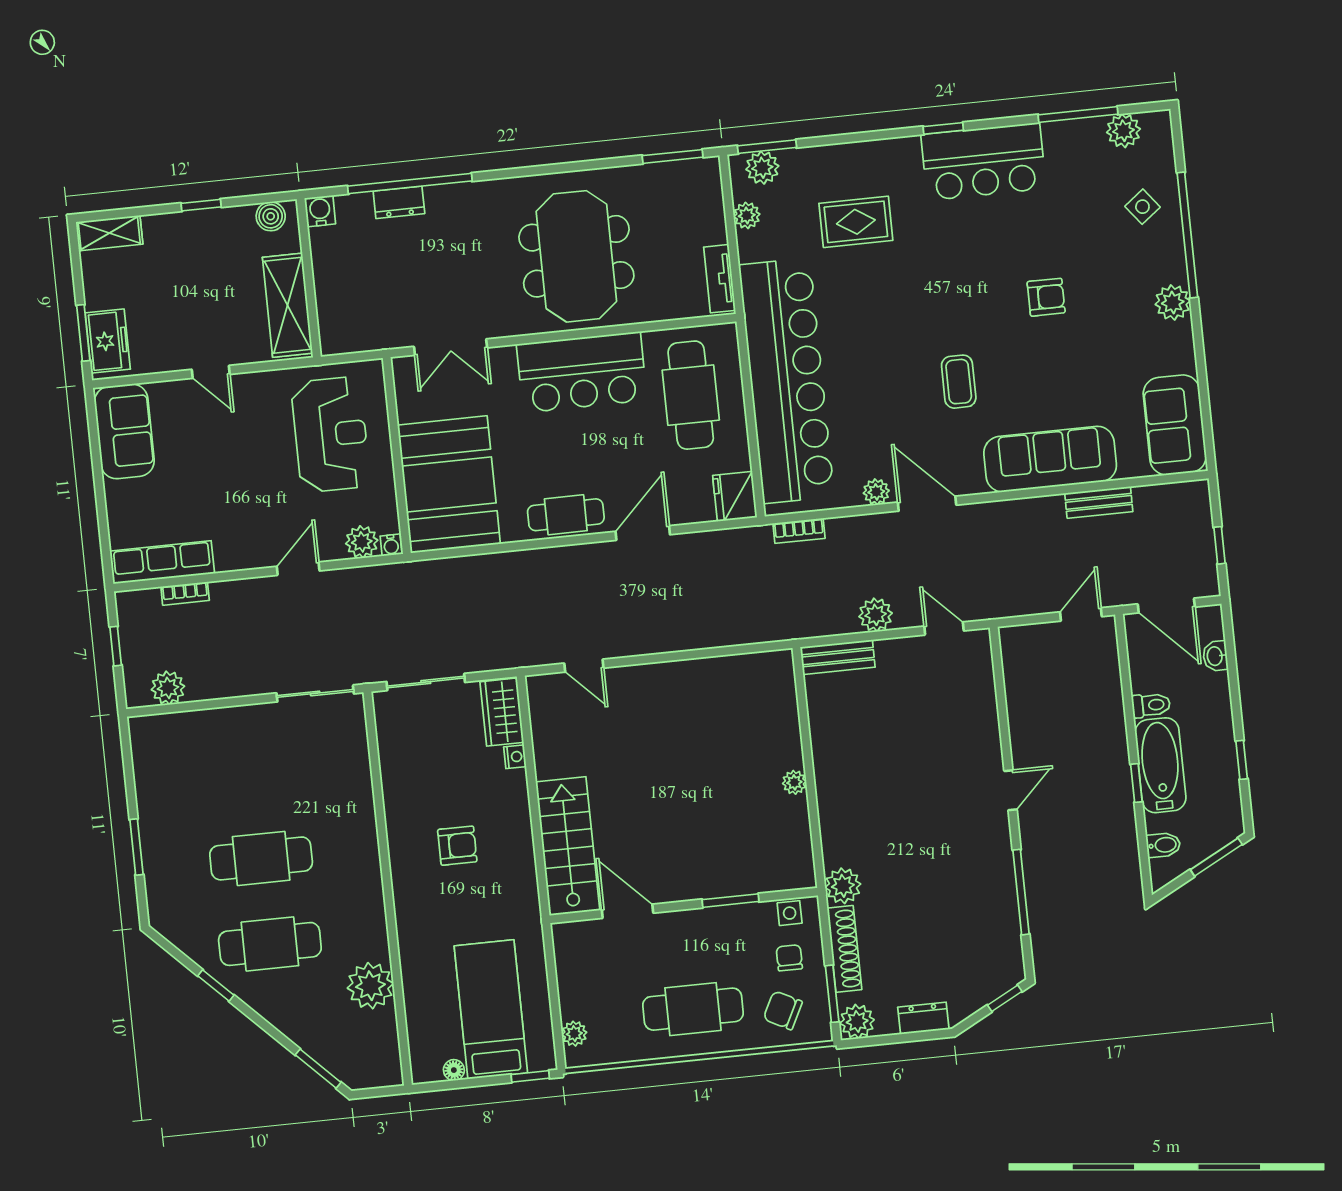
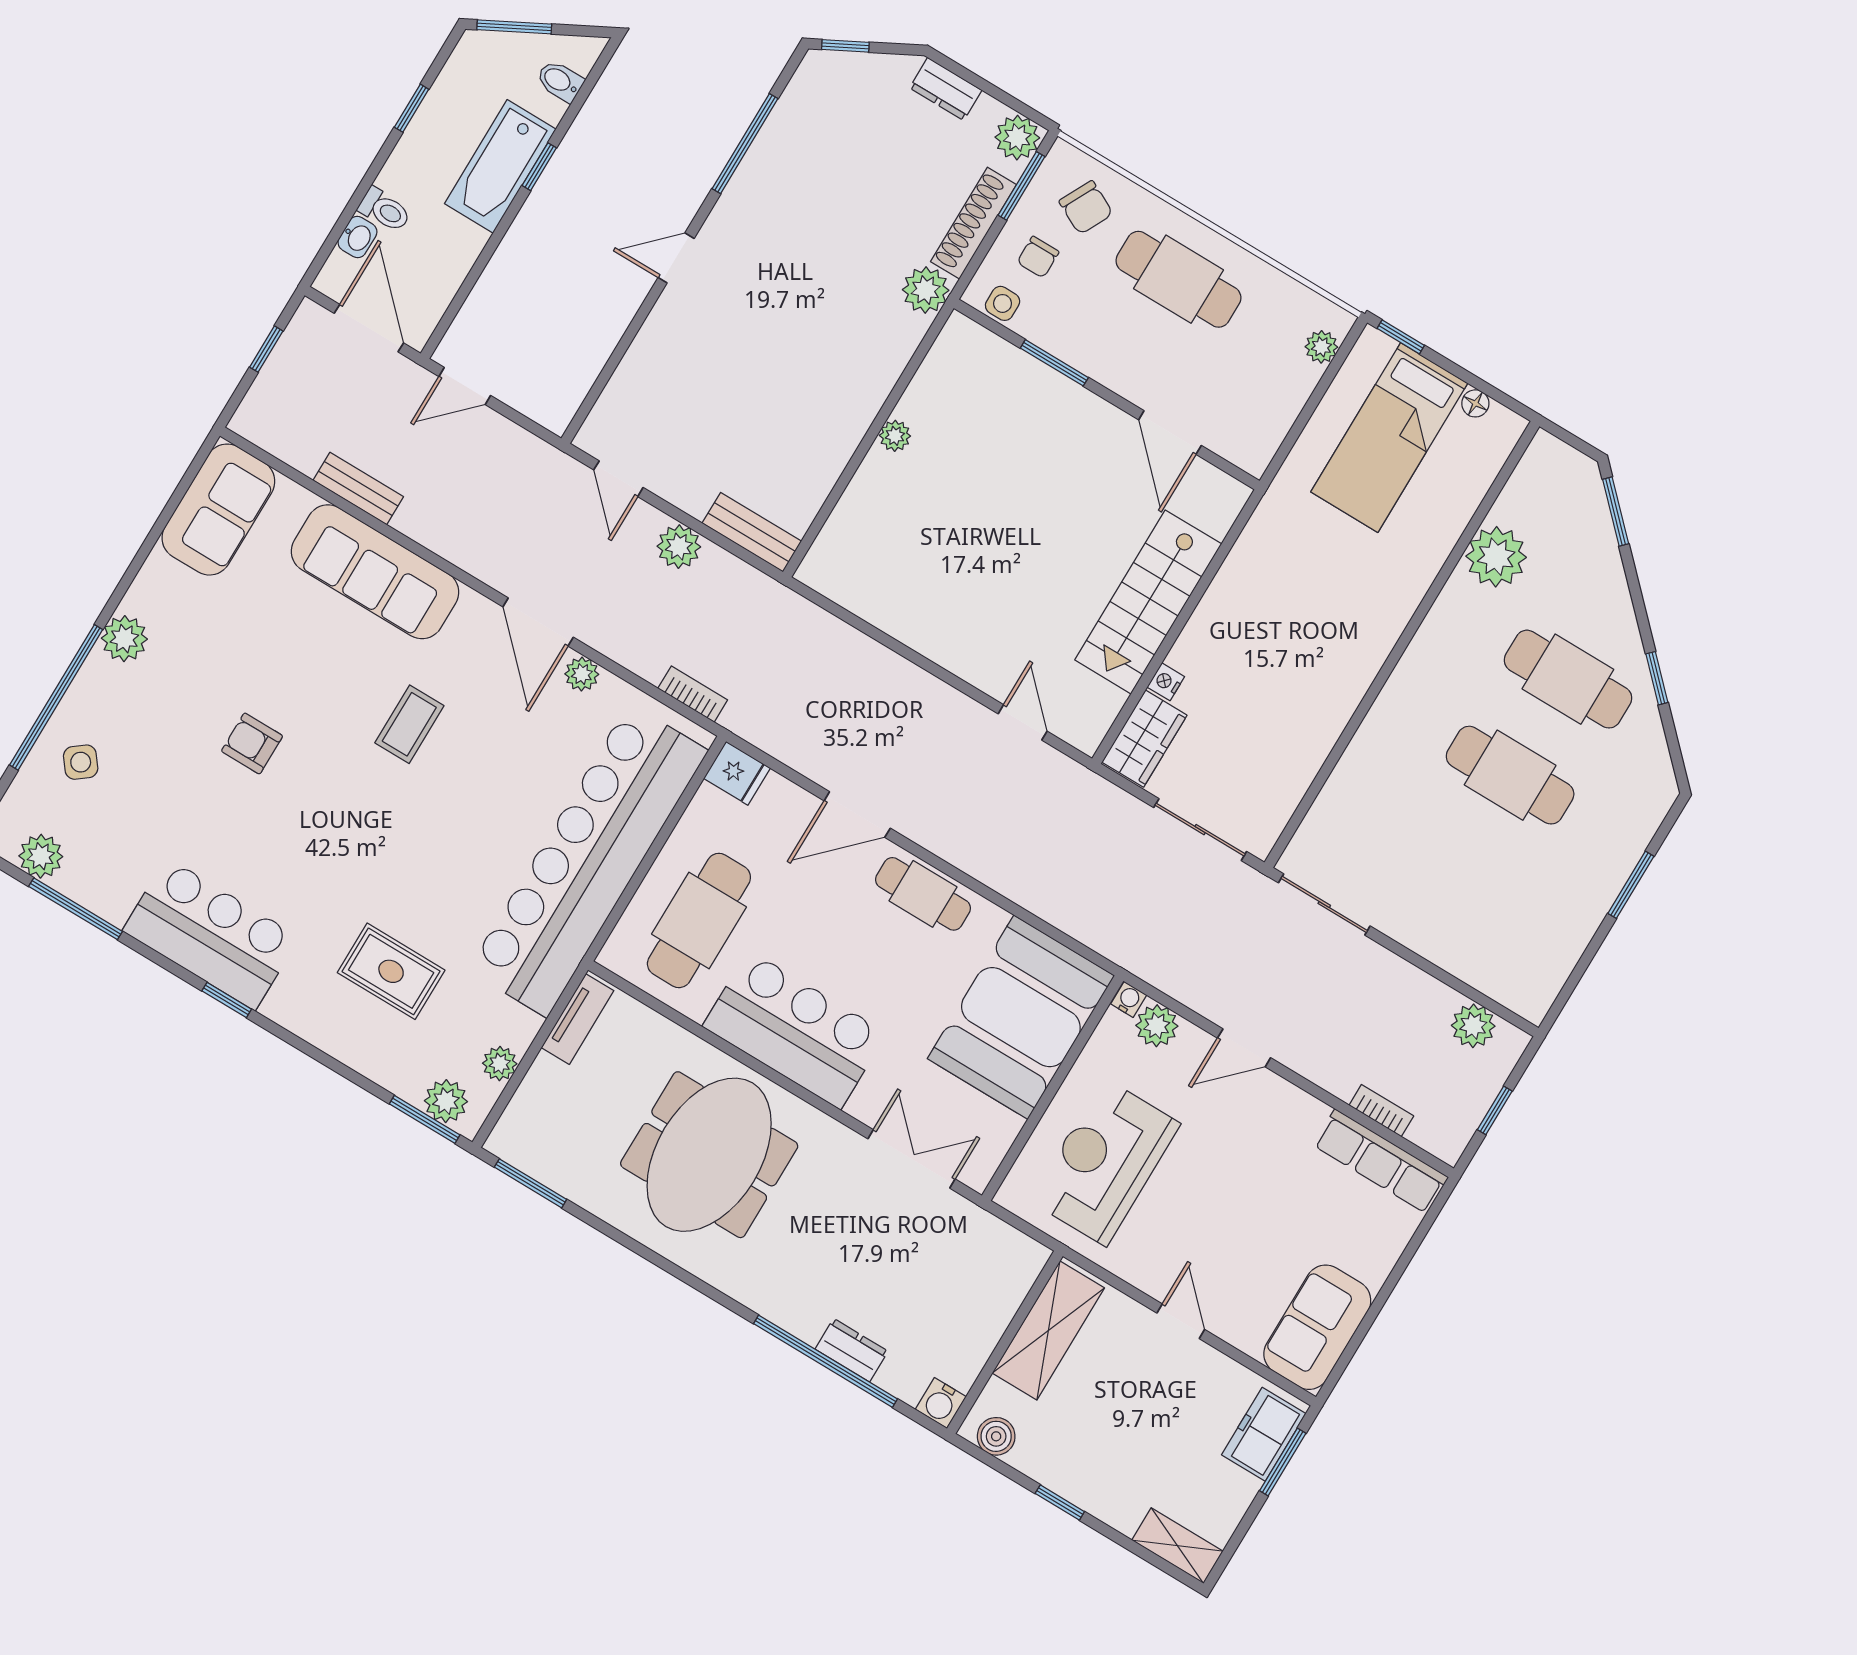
fridge: (735, 496) -> (737, 773), width x0.72
toilet: (1151, 705) -> (385, 210), moved, turned 180
armchair: (457, 846) -> (1296, 634), removed
stairs: (568, 846) -> (1148, 602), moved

